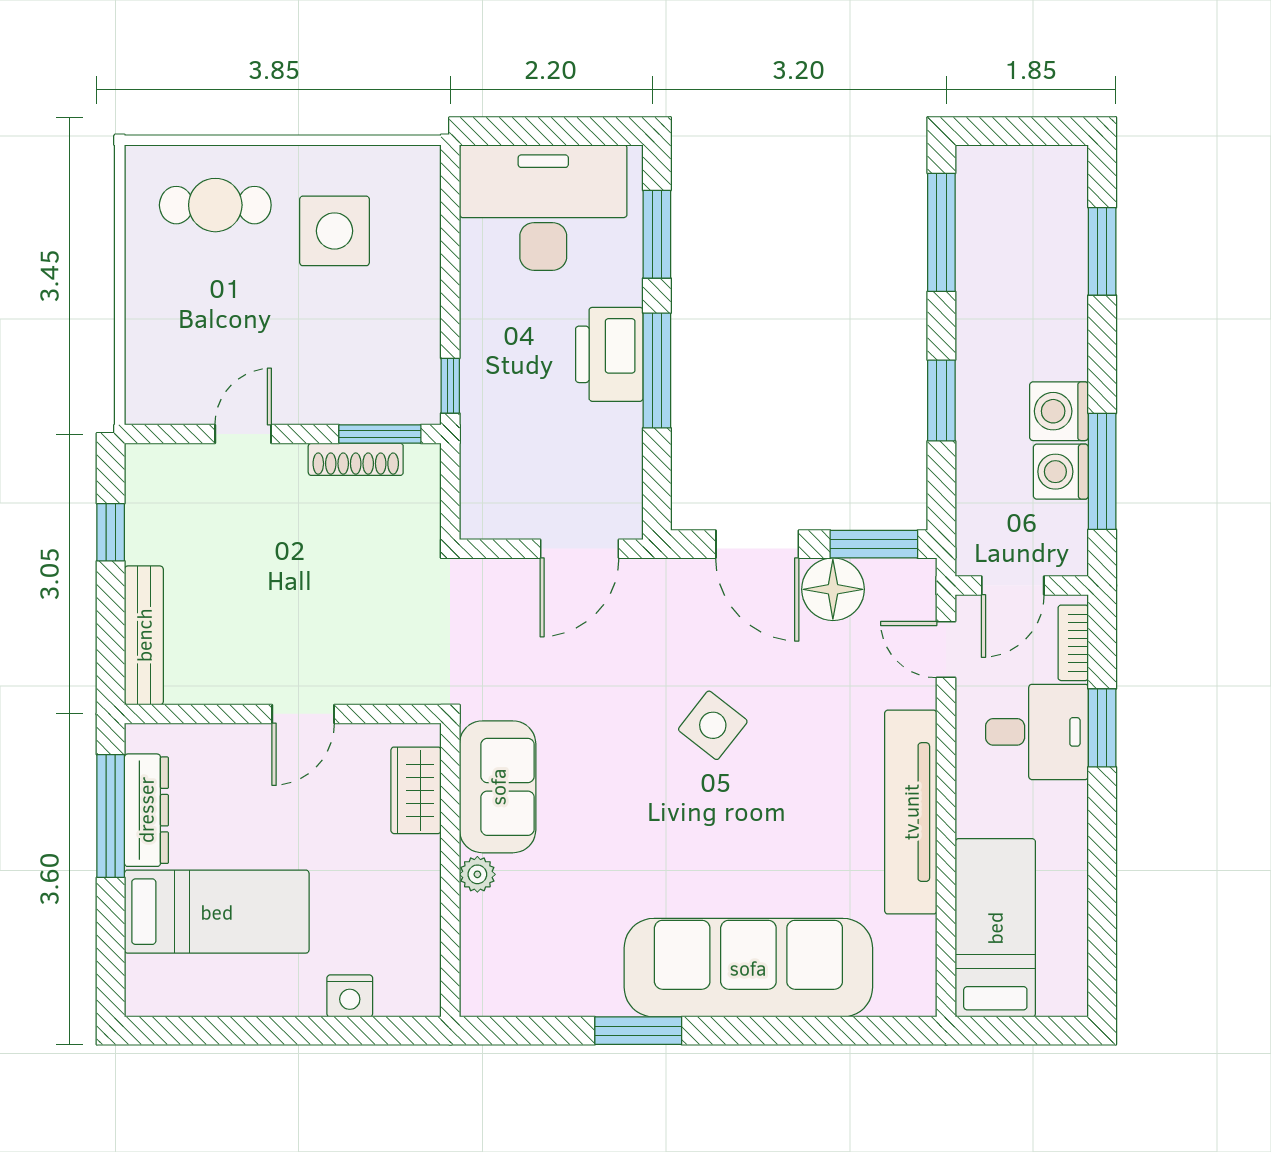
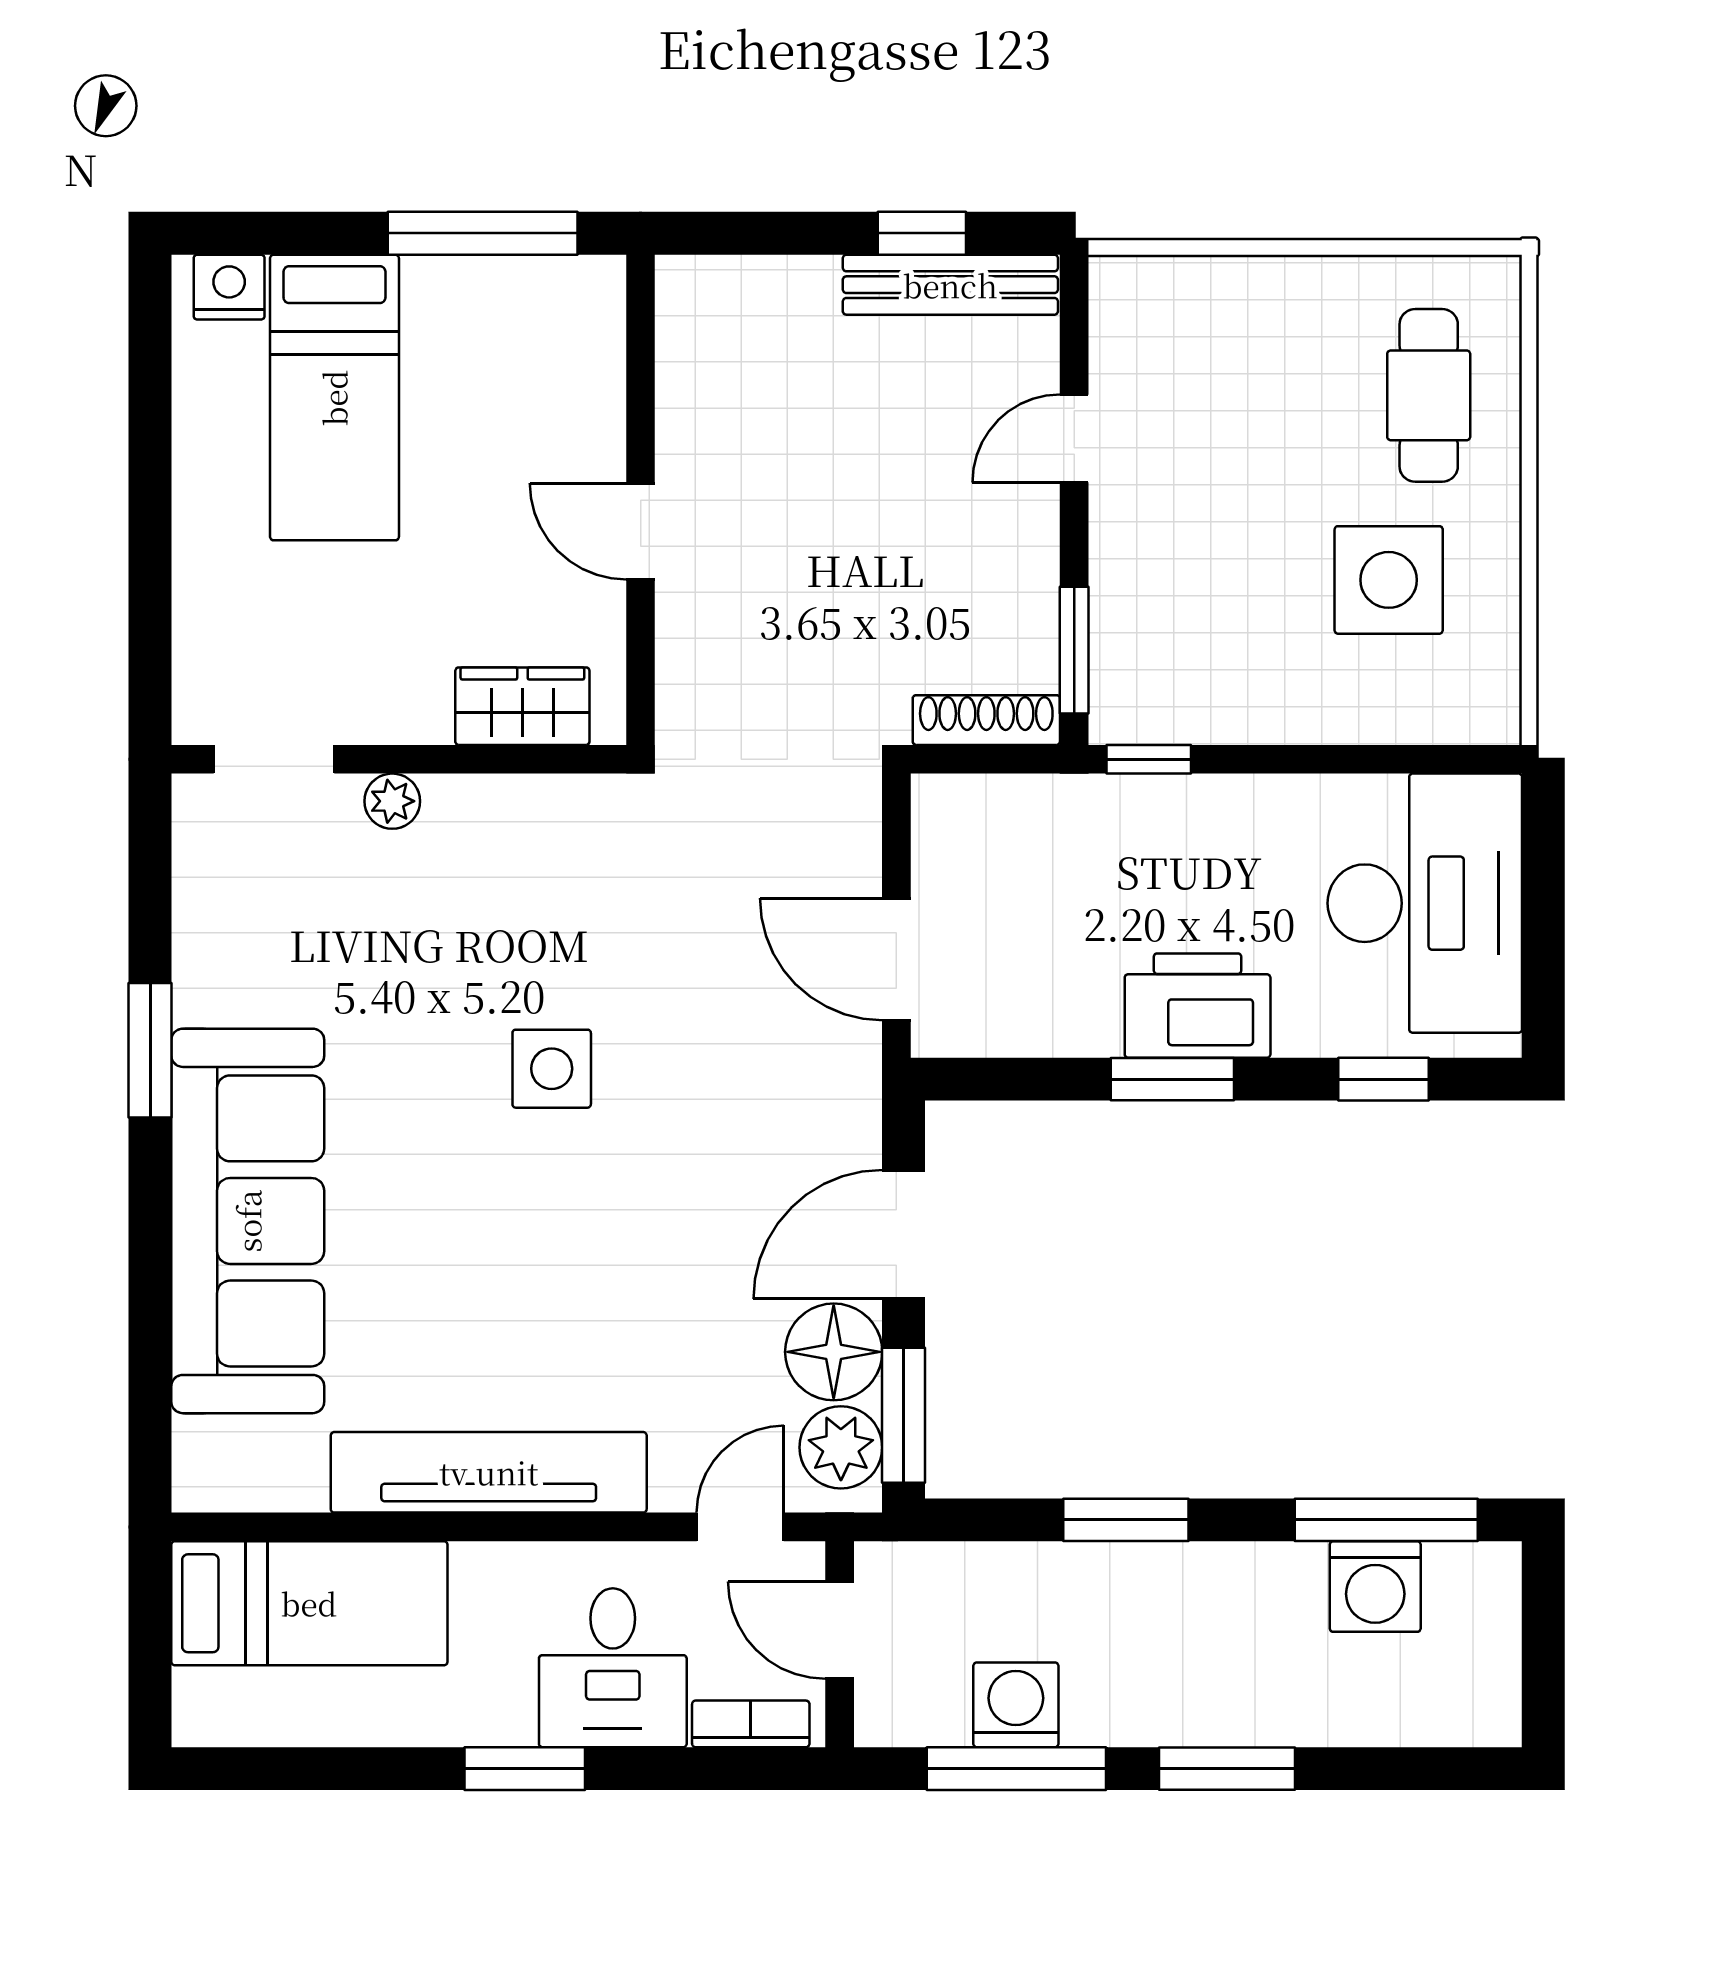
window: (657, 234) -> (1383, 1079), width x0.67
window: (1102, 251) -> (1227, 1769), moved
window: (657, 371) -> (1172, 1079), width x0.69
washing machine: (1059, 411) -> (1375, 1587), moved, turned 180
door: (243, 434) -> (1074, 438), swing flipped
shoe rack: (356, 459) -> (986, 720), moved, turned 90
plant: (895, 585) -> (841, 1447), added
bench: (144, 635) -> (950, 285), moved
side table: (713, 725) -> (552, 1069), moved, turned -38
window: (1102, 728) -> (525, 1769), moved
sofa: (498, 787) -> (528, 833), removed
dresser: (146, 810) -> (492, 289), removed
doorway: (450, 951) -> (274, 759), added
nightstand: (350, 996) -> (229, 287), moved, turned 90

